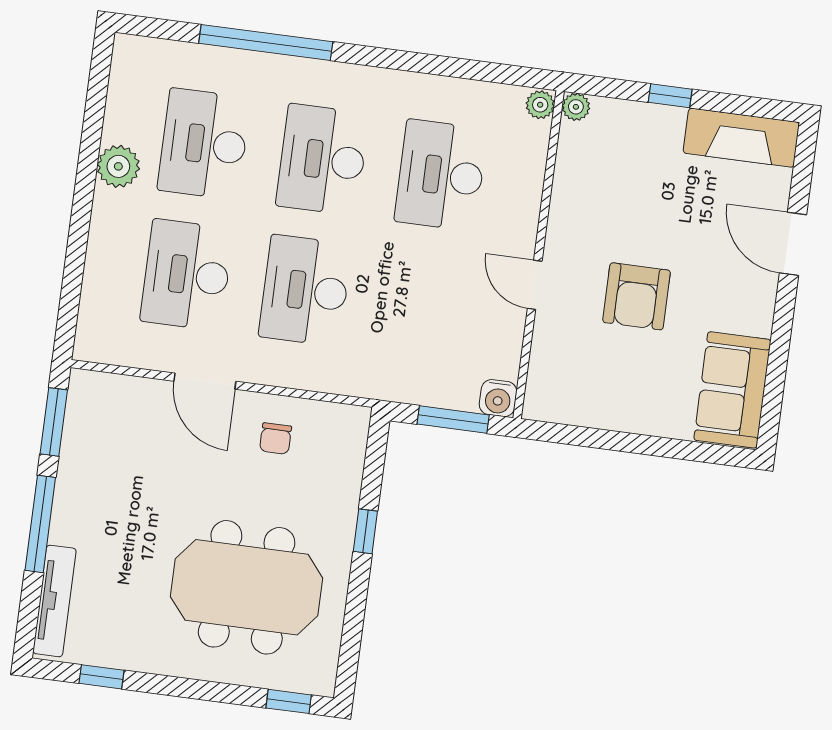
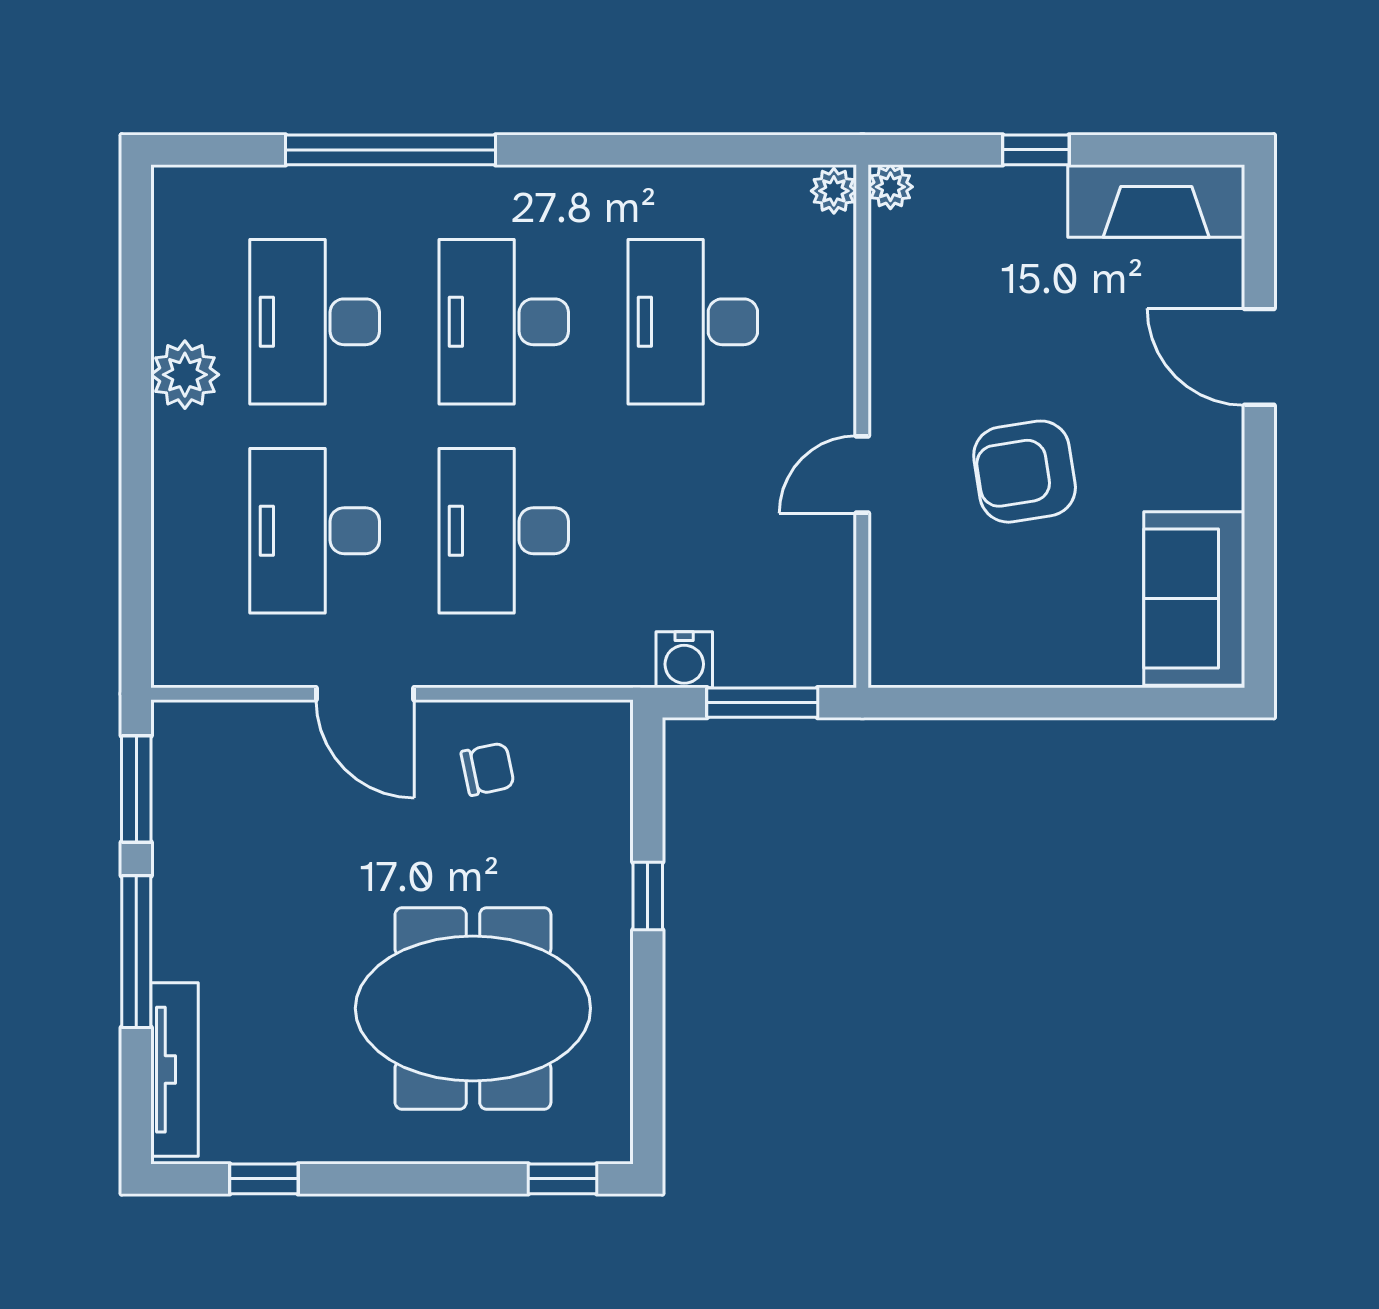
door: (535, 285) -> (862, 474), hinge flipped
armchair: (636, 296) -> (1025, 472), turned 81
water cooler: (498, 398) -> (684, 660), moved
chair: (276, 438) -> (488, 769), turned -102

